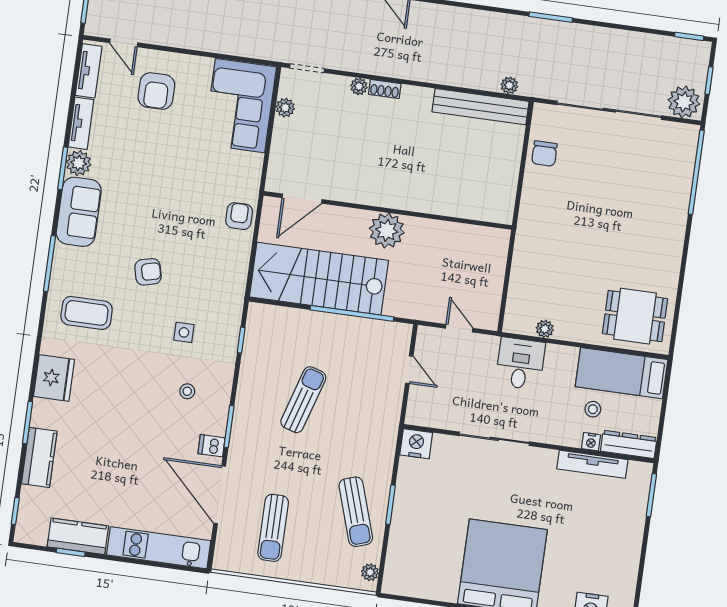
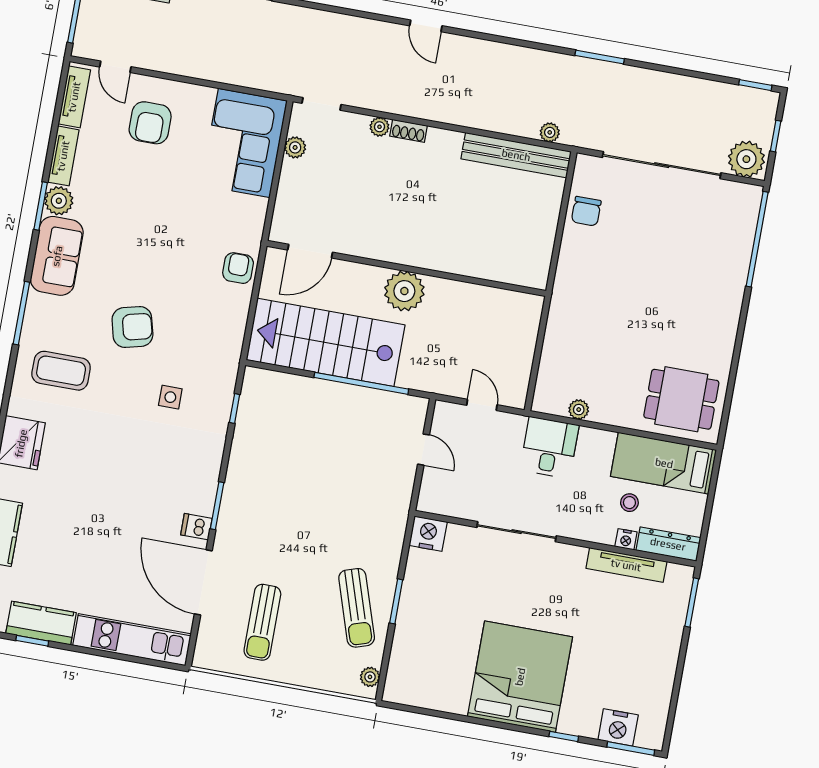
armchair: (148, 272) -> (132, 327), width x1.38, depth x1.38
stool: (187, 391) -> (171, 464), removed
sun lounger: (303, 400) -> (302, 479), removed

